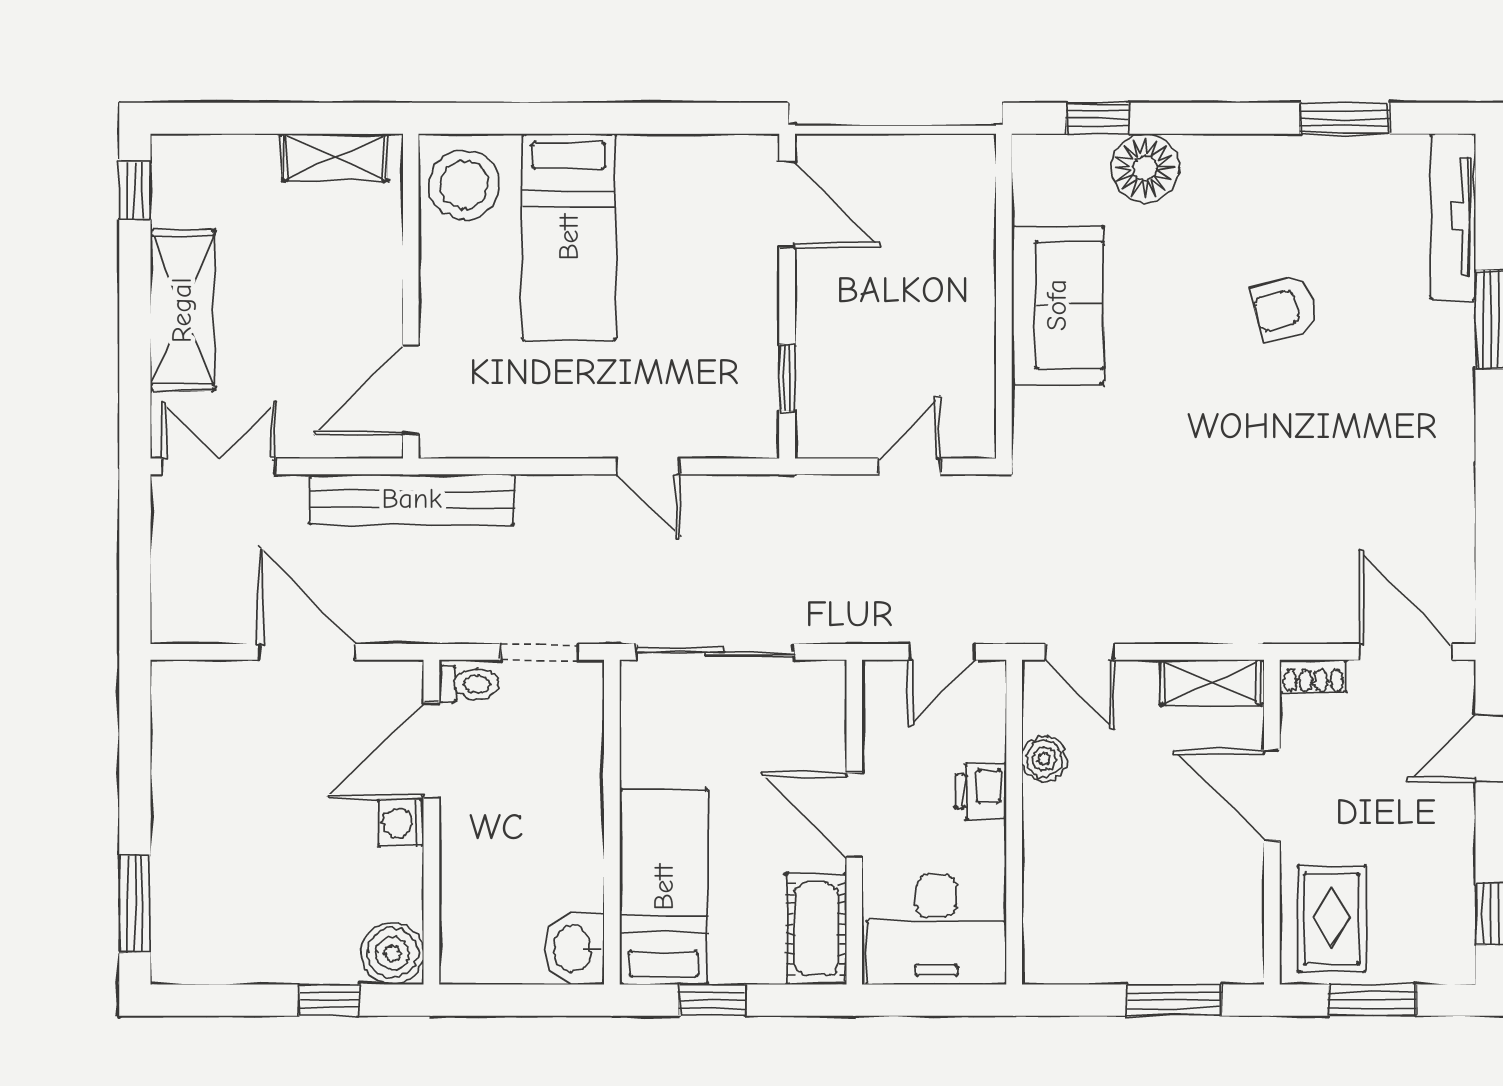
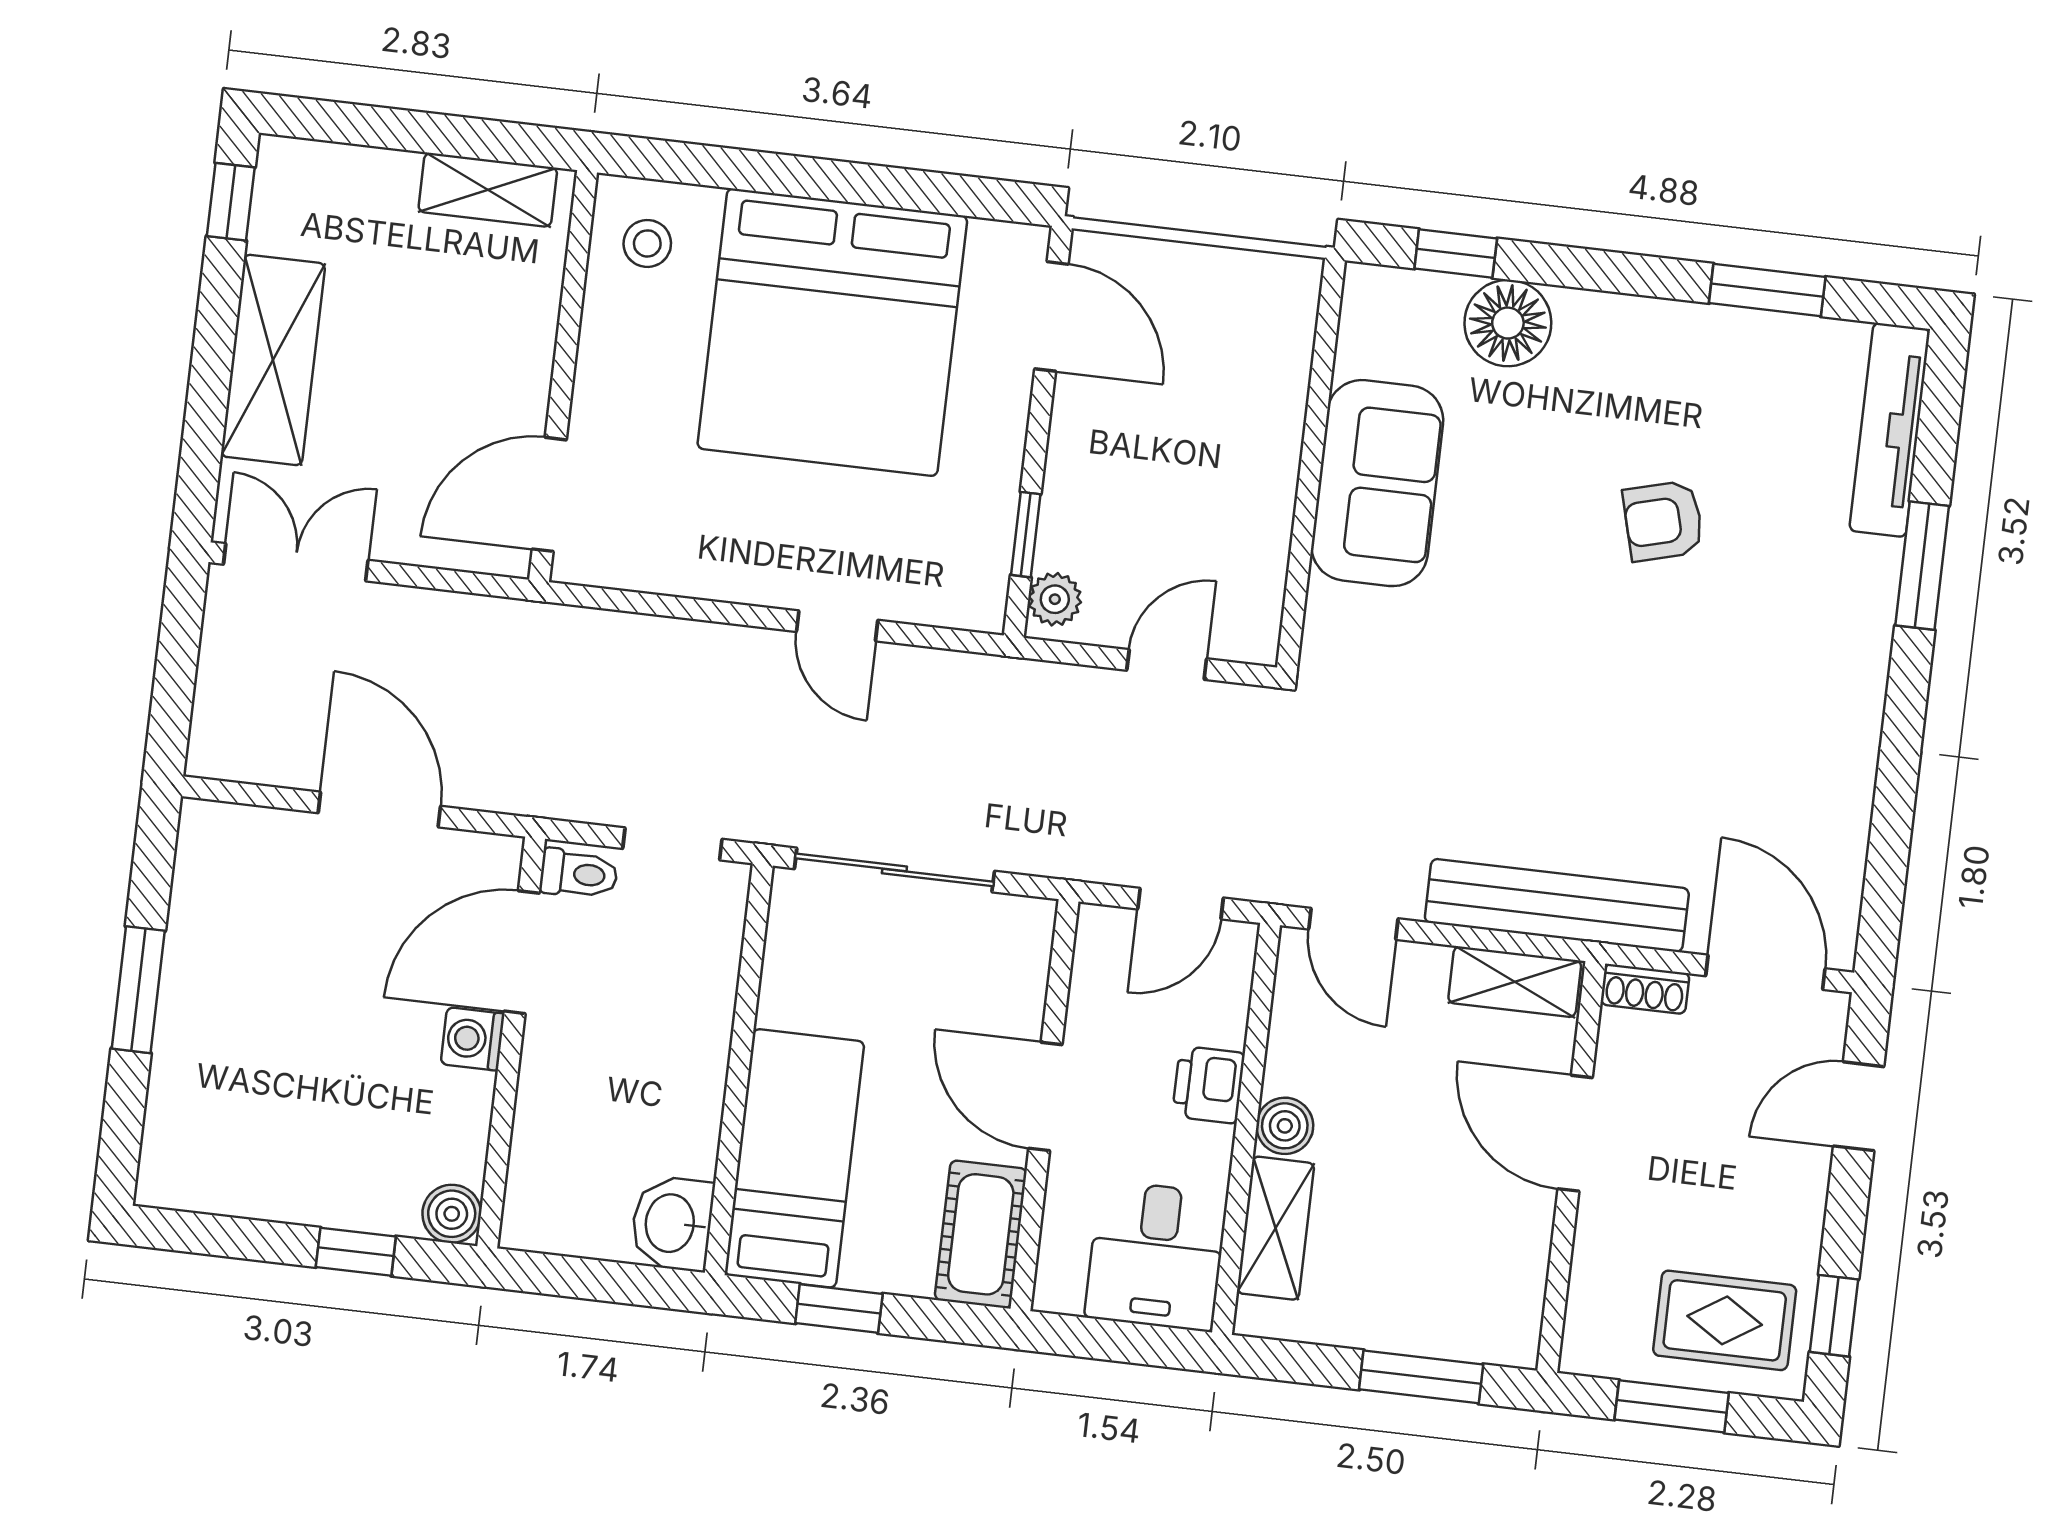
stool: (464, 185) -> (647, 243), width x0.53, depth x0.53
bed: (569, 237) -> (832, 332), width x2.04
plant: (816, 426) -> (1055, 599), added
bench: (412, 499) -> (1557, 905), moved
boiler: (1044, 759) -> (1285, 1126), moved
shelving: (1046, 897) -> (1276, 1228), added
window: (135, 904) -> (138, 990), moved
rug: (1332, 919) -> (1725, 1320), moved, turned 90
desk: (937, 930) -> (1156, 1256), width x0.73
boiler: (392, 953) -> (452, 1214), width x0.73, depth x0.73

